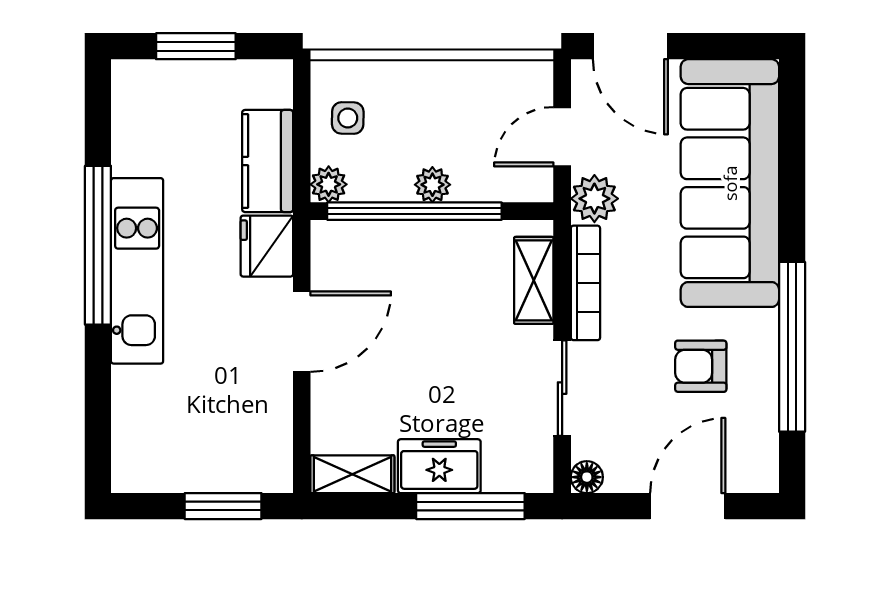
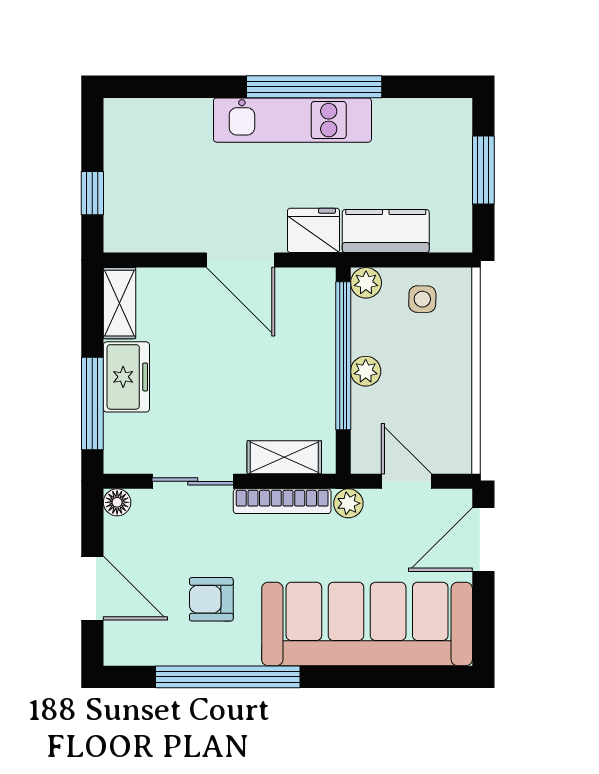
plant: (594, 199) -> (348, 503), width x0.73, depth x0.73
armchair: (701, 366) -> (211, 599), turned -90
window: (223, 506) -> (92, 193), width x0.67

